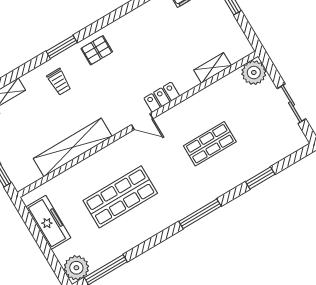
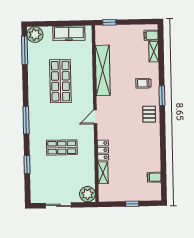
locker: (162, 97) -> (103, 150), moved
shop shelf: (210, 144) -> (62, 147), turned 90

